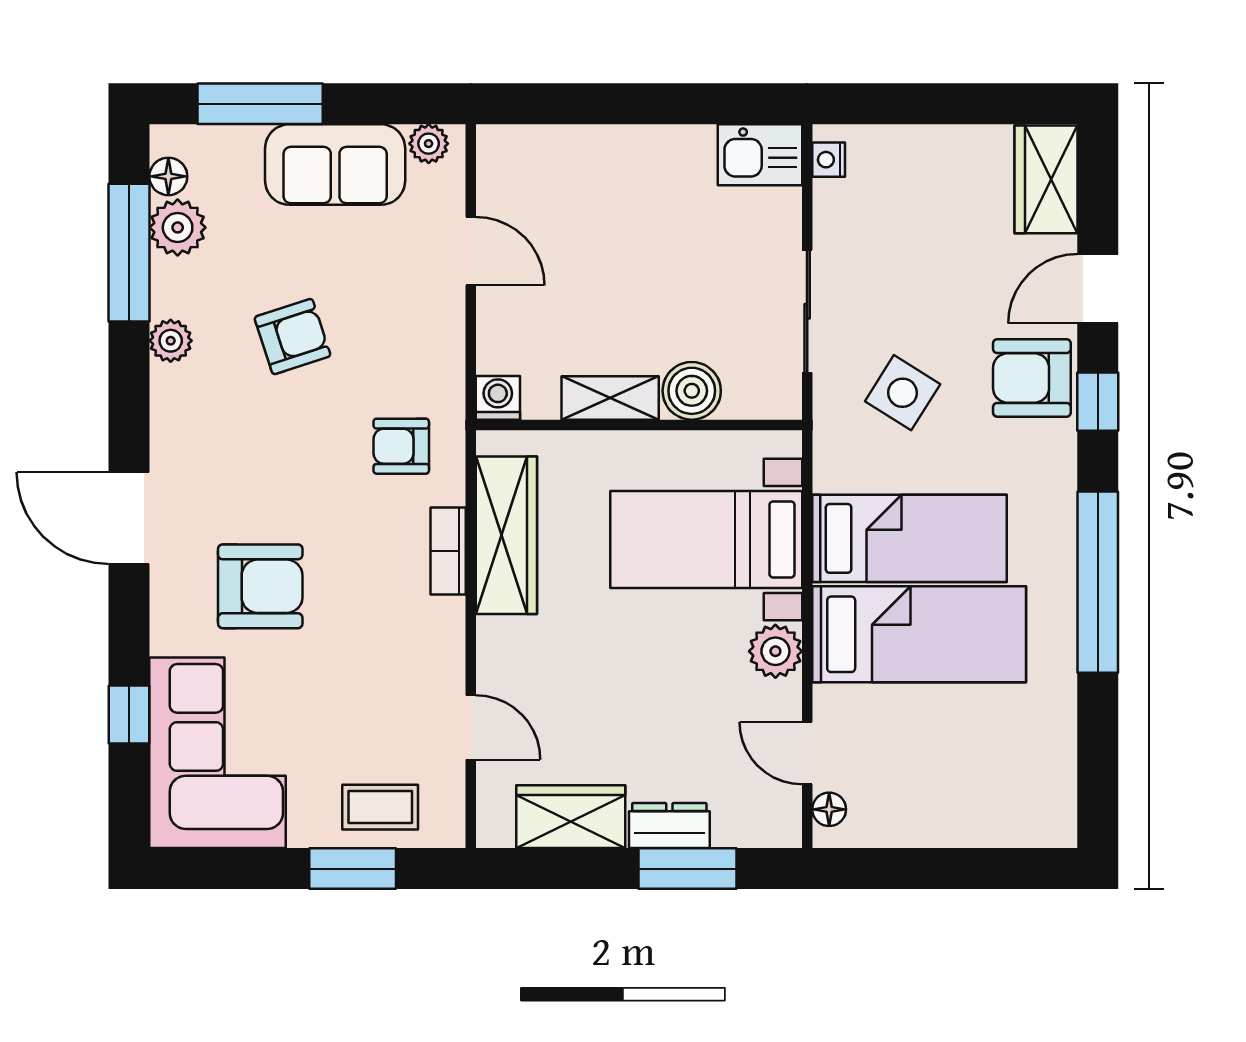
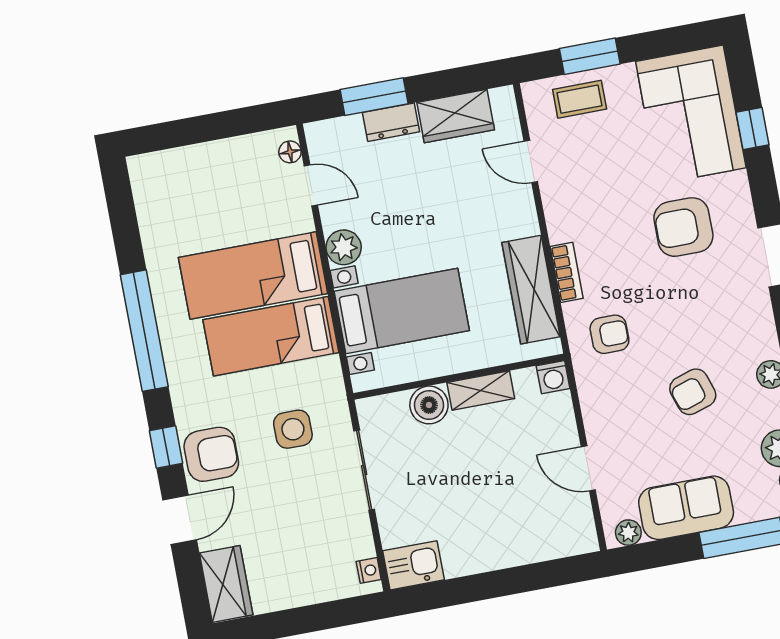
side table: (903, 393) -> (293, 429), turned -32

